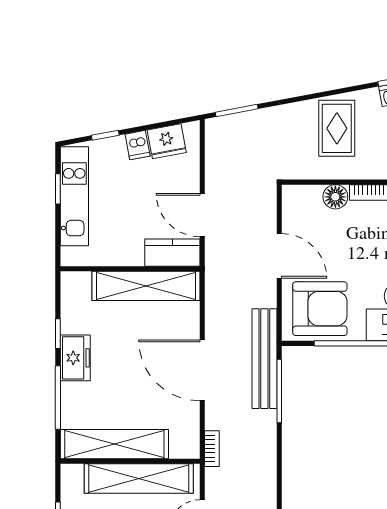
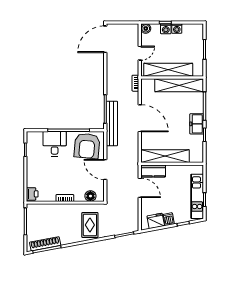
rug: (337, 128) -> (90, 225), moved
floor lamp: (335, 197) -> (90, 196), moved
armchair: (320, 309) -> (87, 146), turned -85

